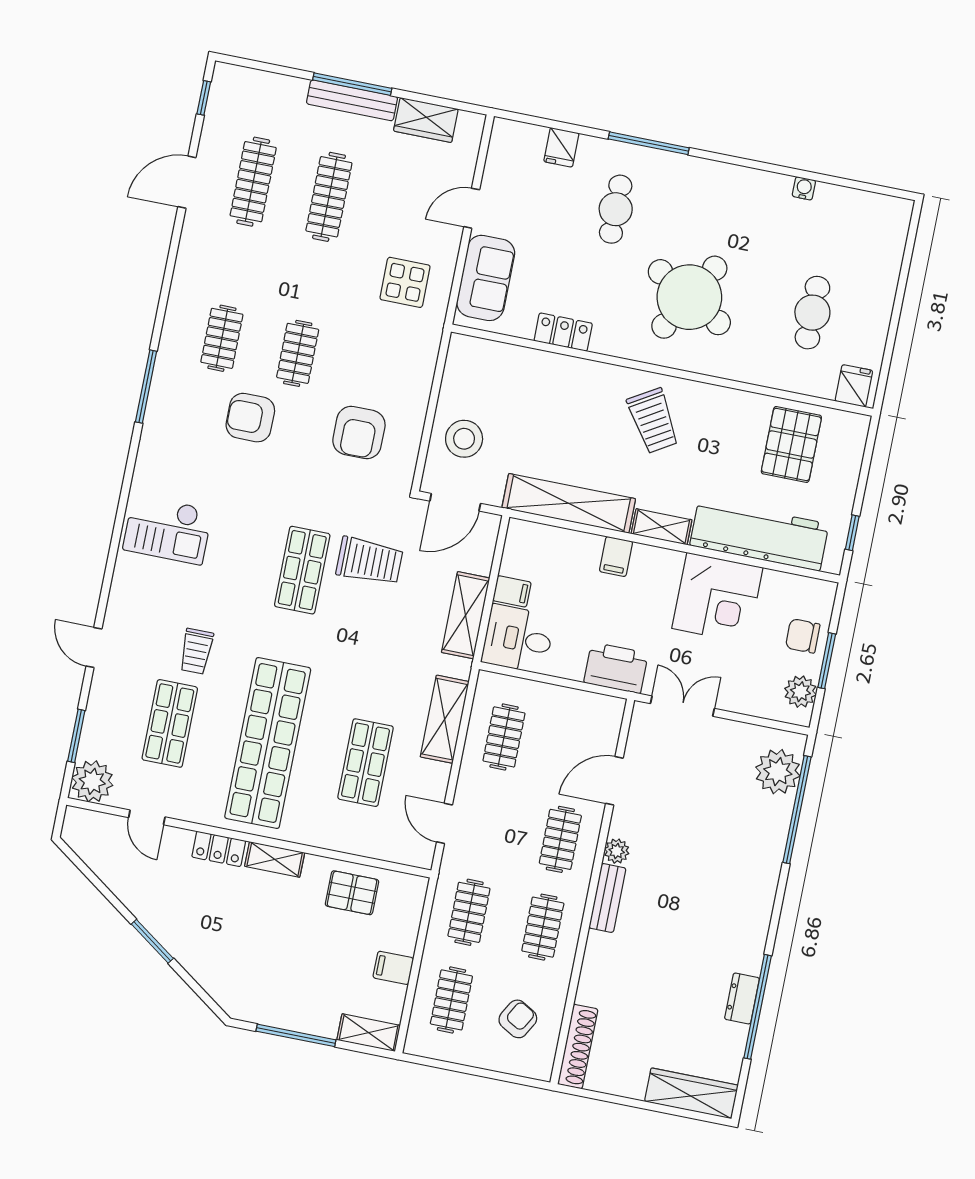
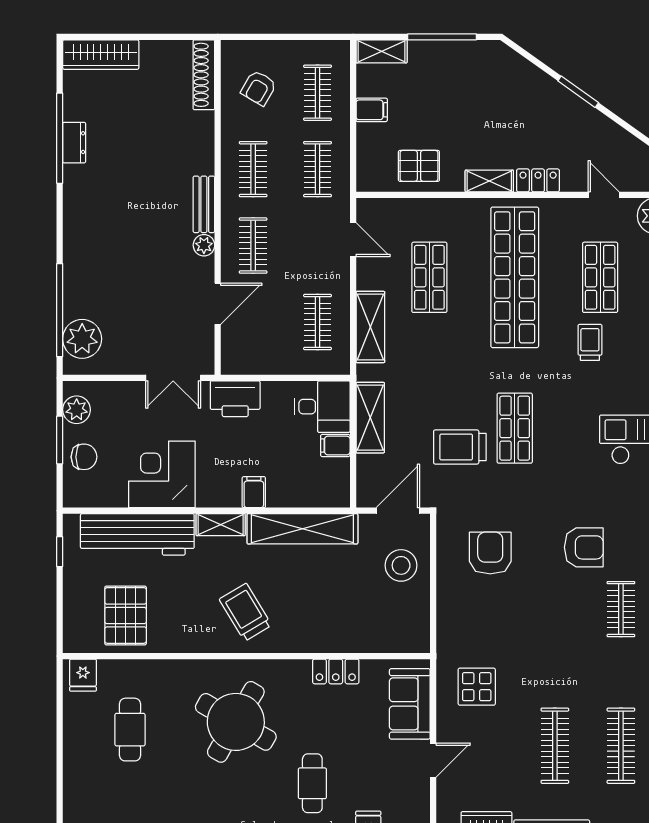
clothes rail: (298, 353) -> (555, 609), removed

